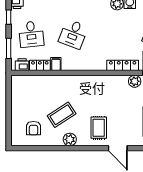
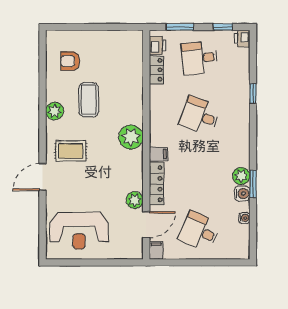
filing cabinet: (56, 64) -> (158, 154), moved
plant: (89, 84) -> (131, 137), added
coffee table: (62, 115) -> (89, 100), turned 33

